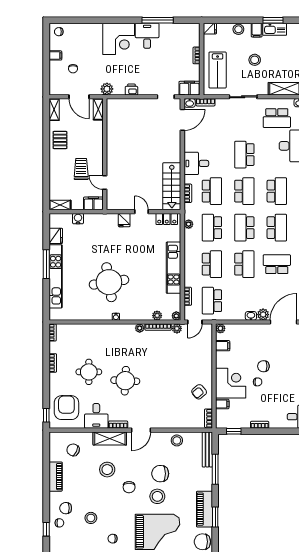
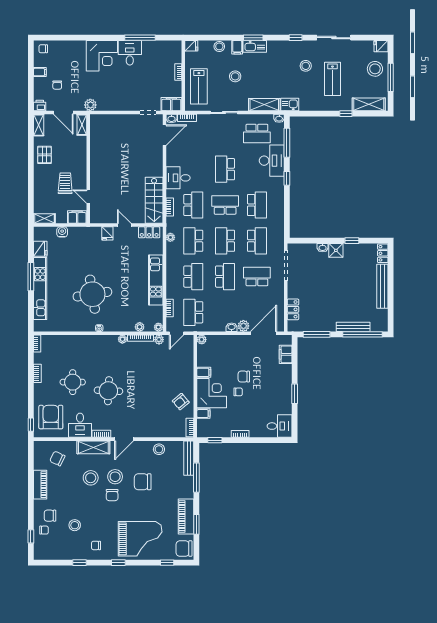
printer: (131, 90) -> (40, 105), moved
school desk: (244, 191) -> (225, 205), turned -90
filing cabinet: (223, 346) -> (204, 372), moved
stool: (157, 496) -> (115, 477), moved

